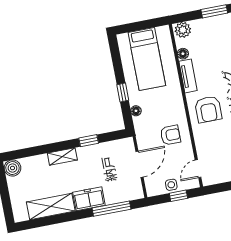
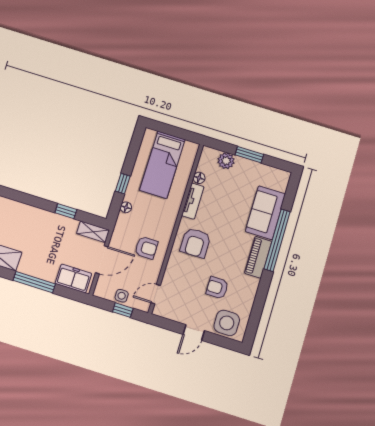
plant: (183, 30) -> (226, 161), moved
shelving: (62, 157) -> (93, 232), moved
freezer: (89, 199) -> (73, 278), moved
window: (112, 209) -> (34, 282), moved

